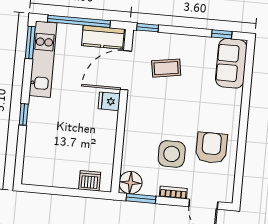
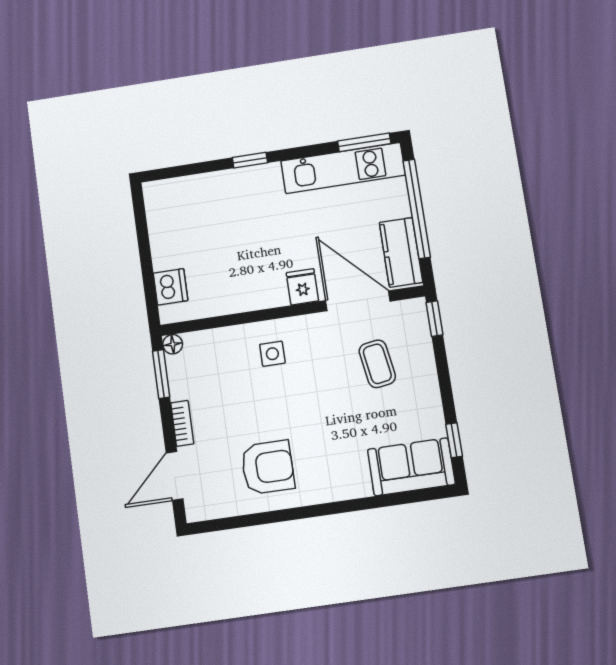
side table: (172, 154) -> (272, 354), moved, width x0.54, depth x0.54
floor lamp: (130, 183) -> (173, 344), width x0.53, depth x0.53

